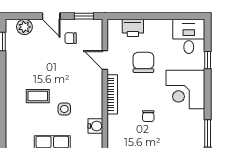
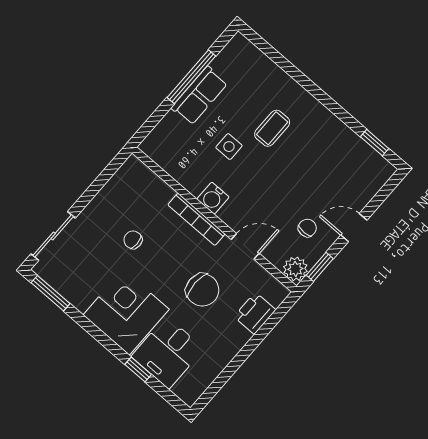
plant: (24, 27) -> (295, 269), moved
desk: (189, 36) -> (168, 353), moved, turned 90
water cooler: (95, 126) -> (213, 198), moved

